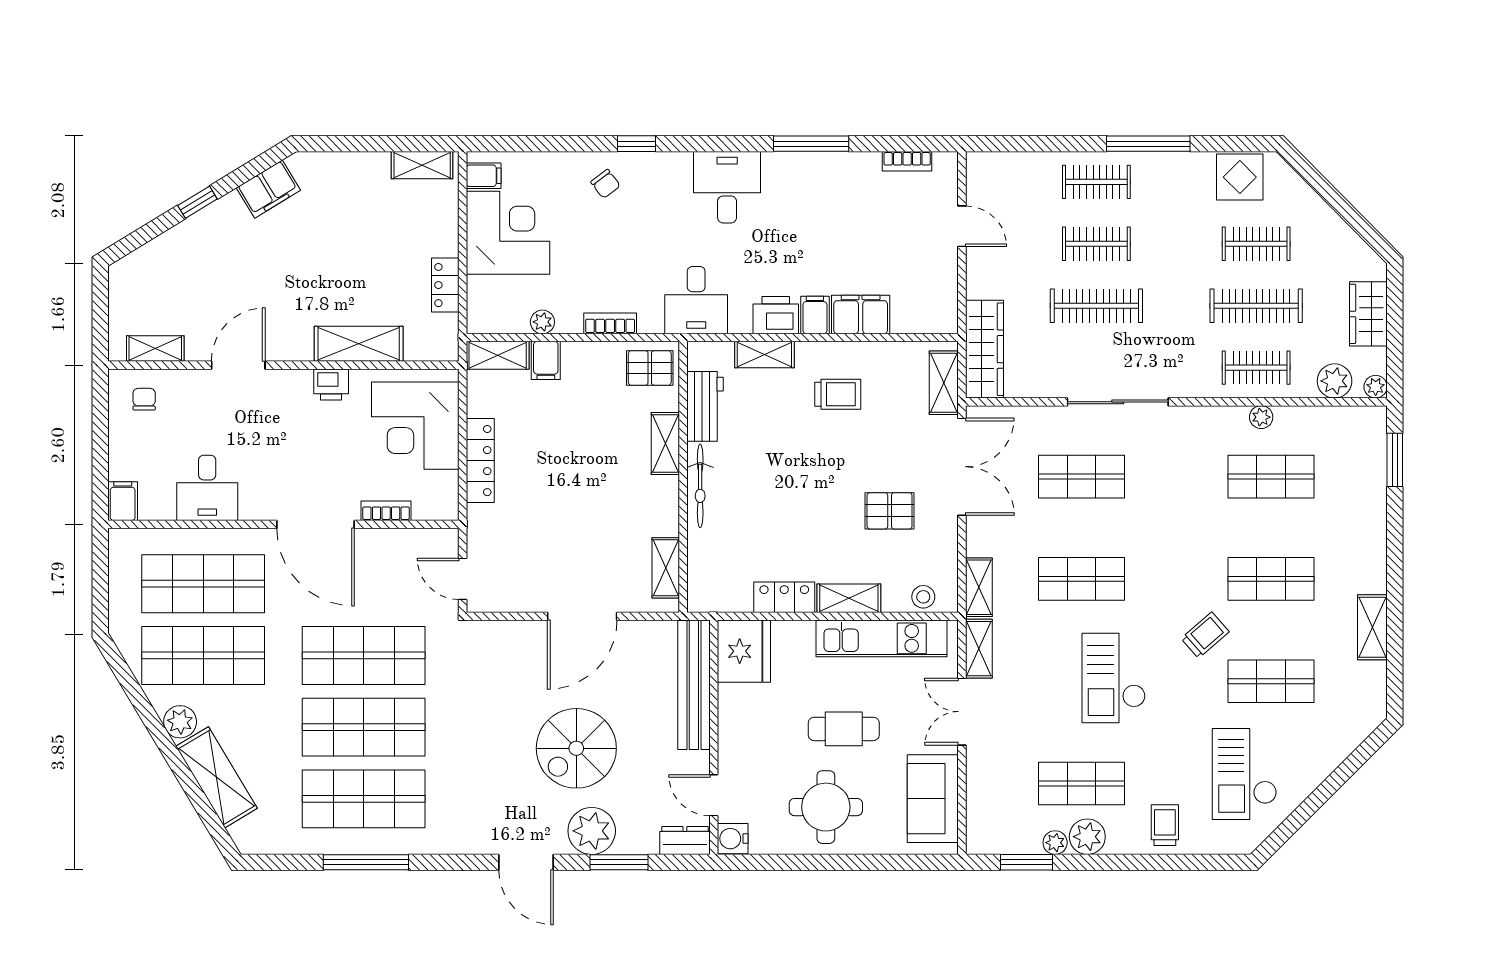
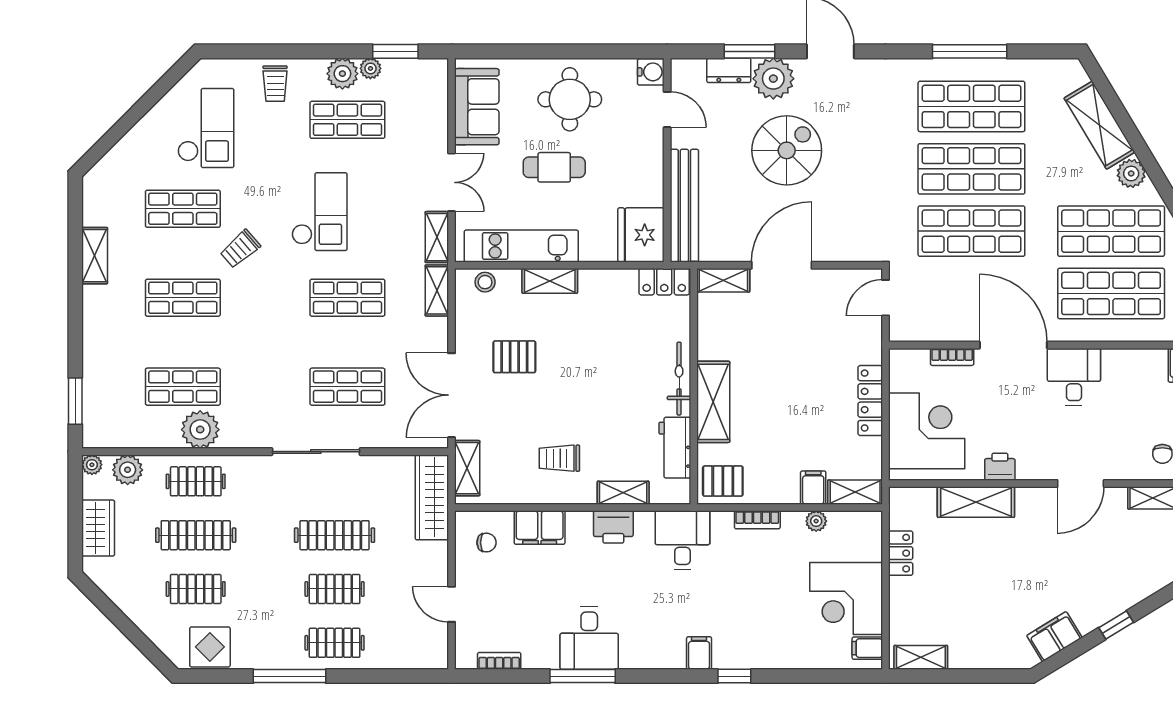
chair: (605, 184) -> (486, 543), moved, turned 127
desk: (727, 187) -> (589, 638), moved
filing cabinet: (815, 315) -> (699, 653), moved, turned 180
plant: (1261, 417) -> (200, 430), width x1.88, depth x1.88
shelving: (665, 443) -> (713, 402), width x1.50, depth x1.33
desk: (207, 488) -> (1074, 377), moved
shelving: (666, 568) -> (723, 280), moved, turned 90
door: (463, 579) -> (886, 298), swing flipped
locker: (784, 597) -> (664, 282), moved
dresser: (685, 840) -> (729, 70), moved

